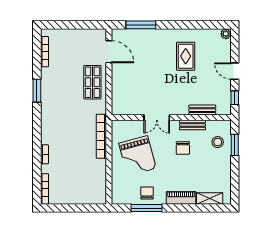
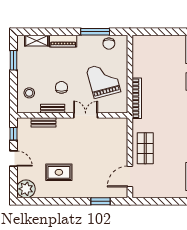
window: (141, 25) -> (100, 201), width x0.69
plant: (226, 34) -> (26, 189), width x1.88, depth x1.88
door: (109, 52) -> (130, 177), hinge flipped
rug: (186, 56) -> (59, 172), turned 90
window: (235, 145) -> (13, 60), moved
chair: (147, 193) -> (109, 44), moved

